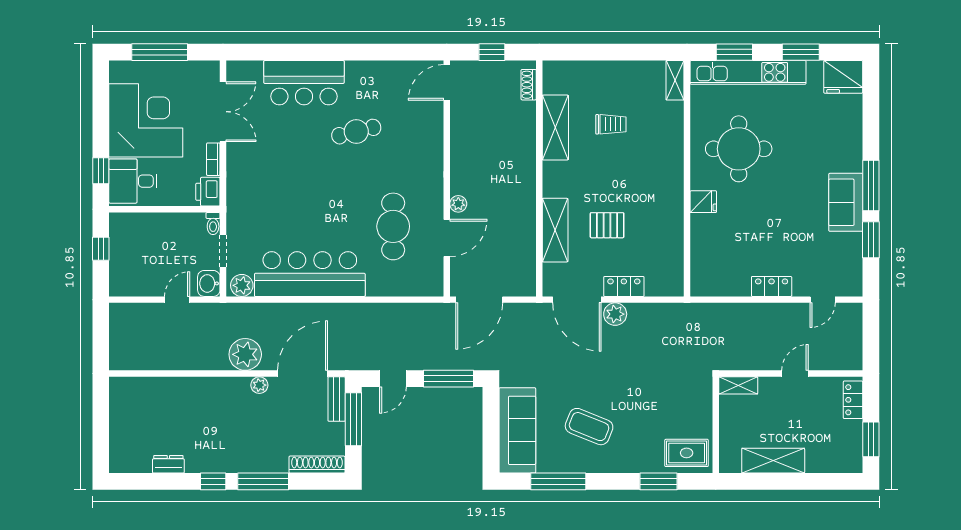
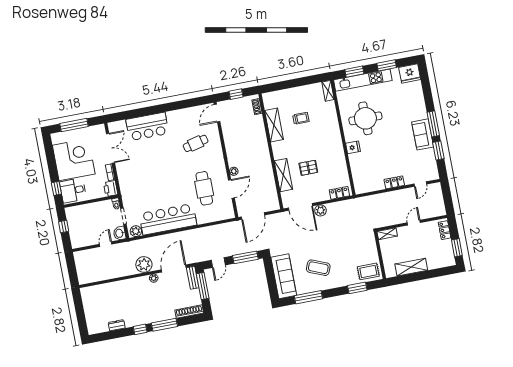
cafe table: (356, 132) -> (196, 143), moved
locker: (624, 286) -> (339, 193), moved

